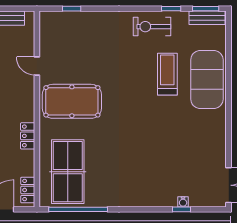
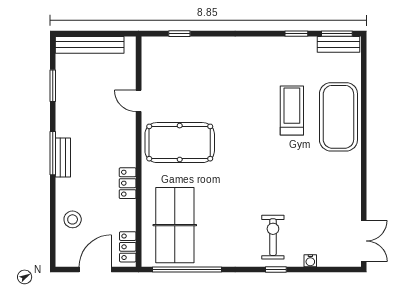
exercise bike: (152, 27) -> (273, 237), moved, turned 90
window: (182, 209) -> (276, 270), moved

